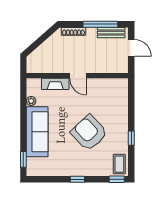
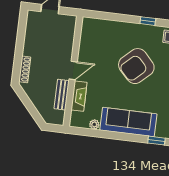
window: (100, 24) -> (20, 39), removed
bench: (111, 33) -> (62, 95), moved

